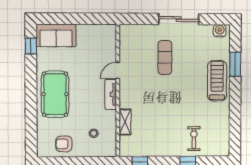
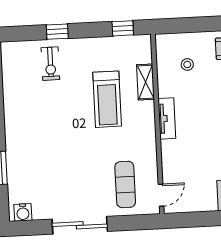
exercise mat: (165, 57) -> (125, 184), moved
door: (118, 71) -> (161, 195), moved
treadmill: (217, 81) -> (107, 99), moved

